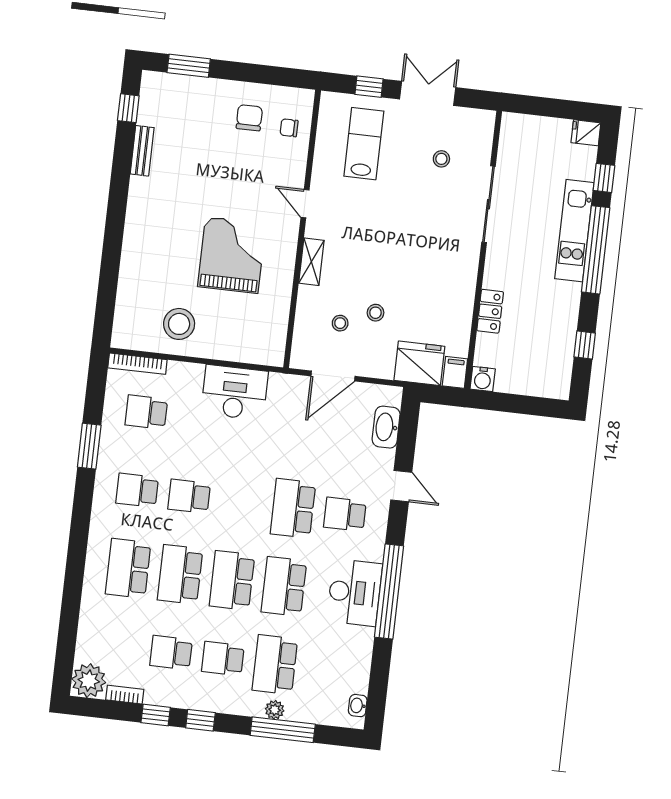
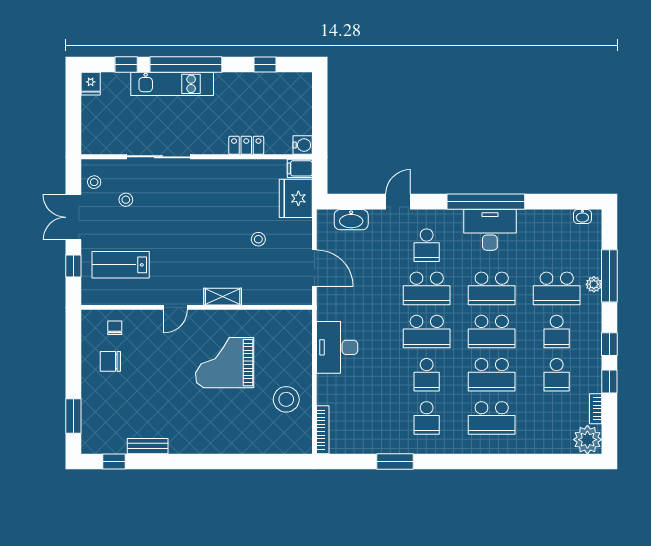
chair: (289, 128) -> (115, 328), turned 180
stool: (340, 323) -> (94, 182), moved
school desk: (146, 412) -> (427, 332), moved, width x1.85

